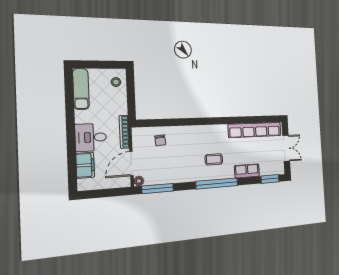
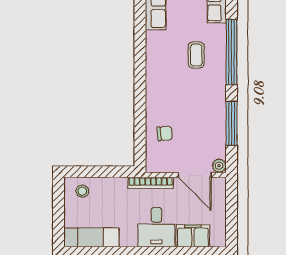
window: (158, 189) -> (232, 123), moved

